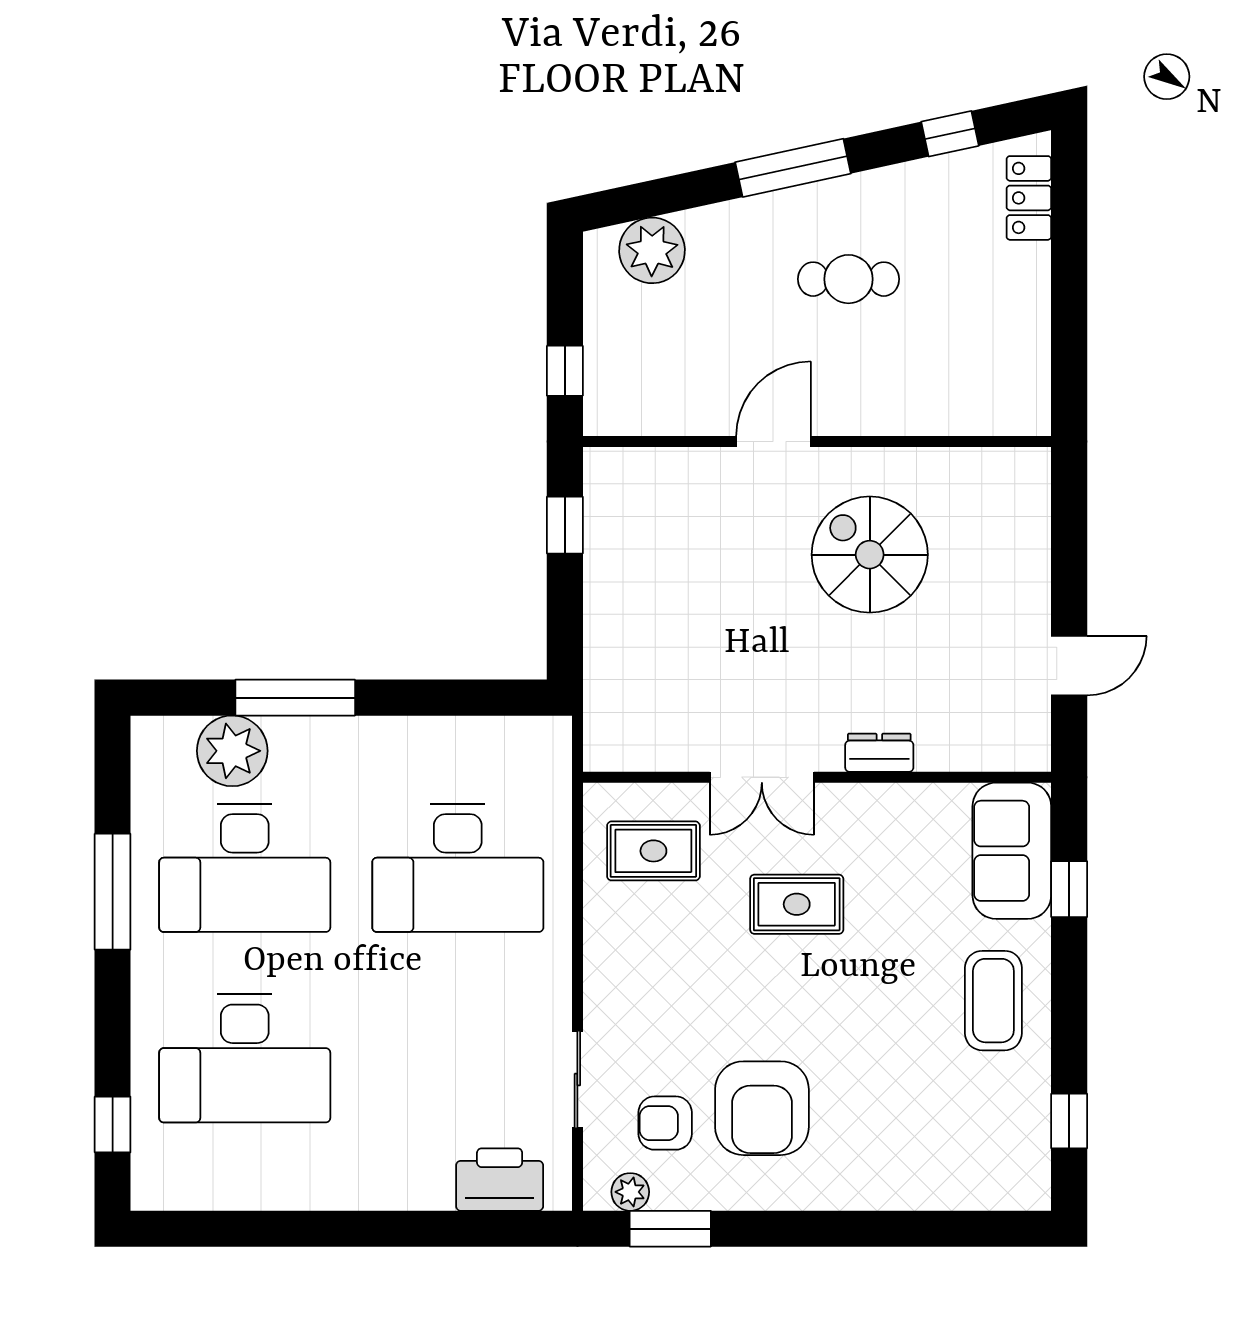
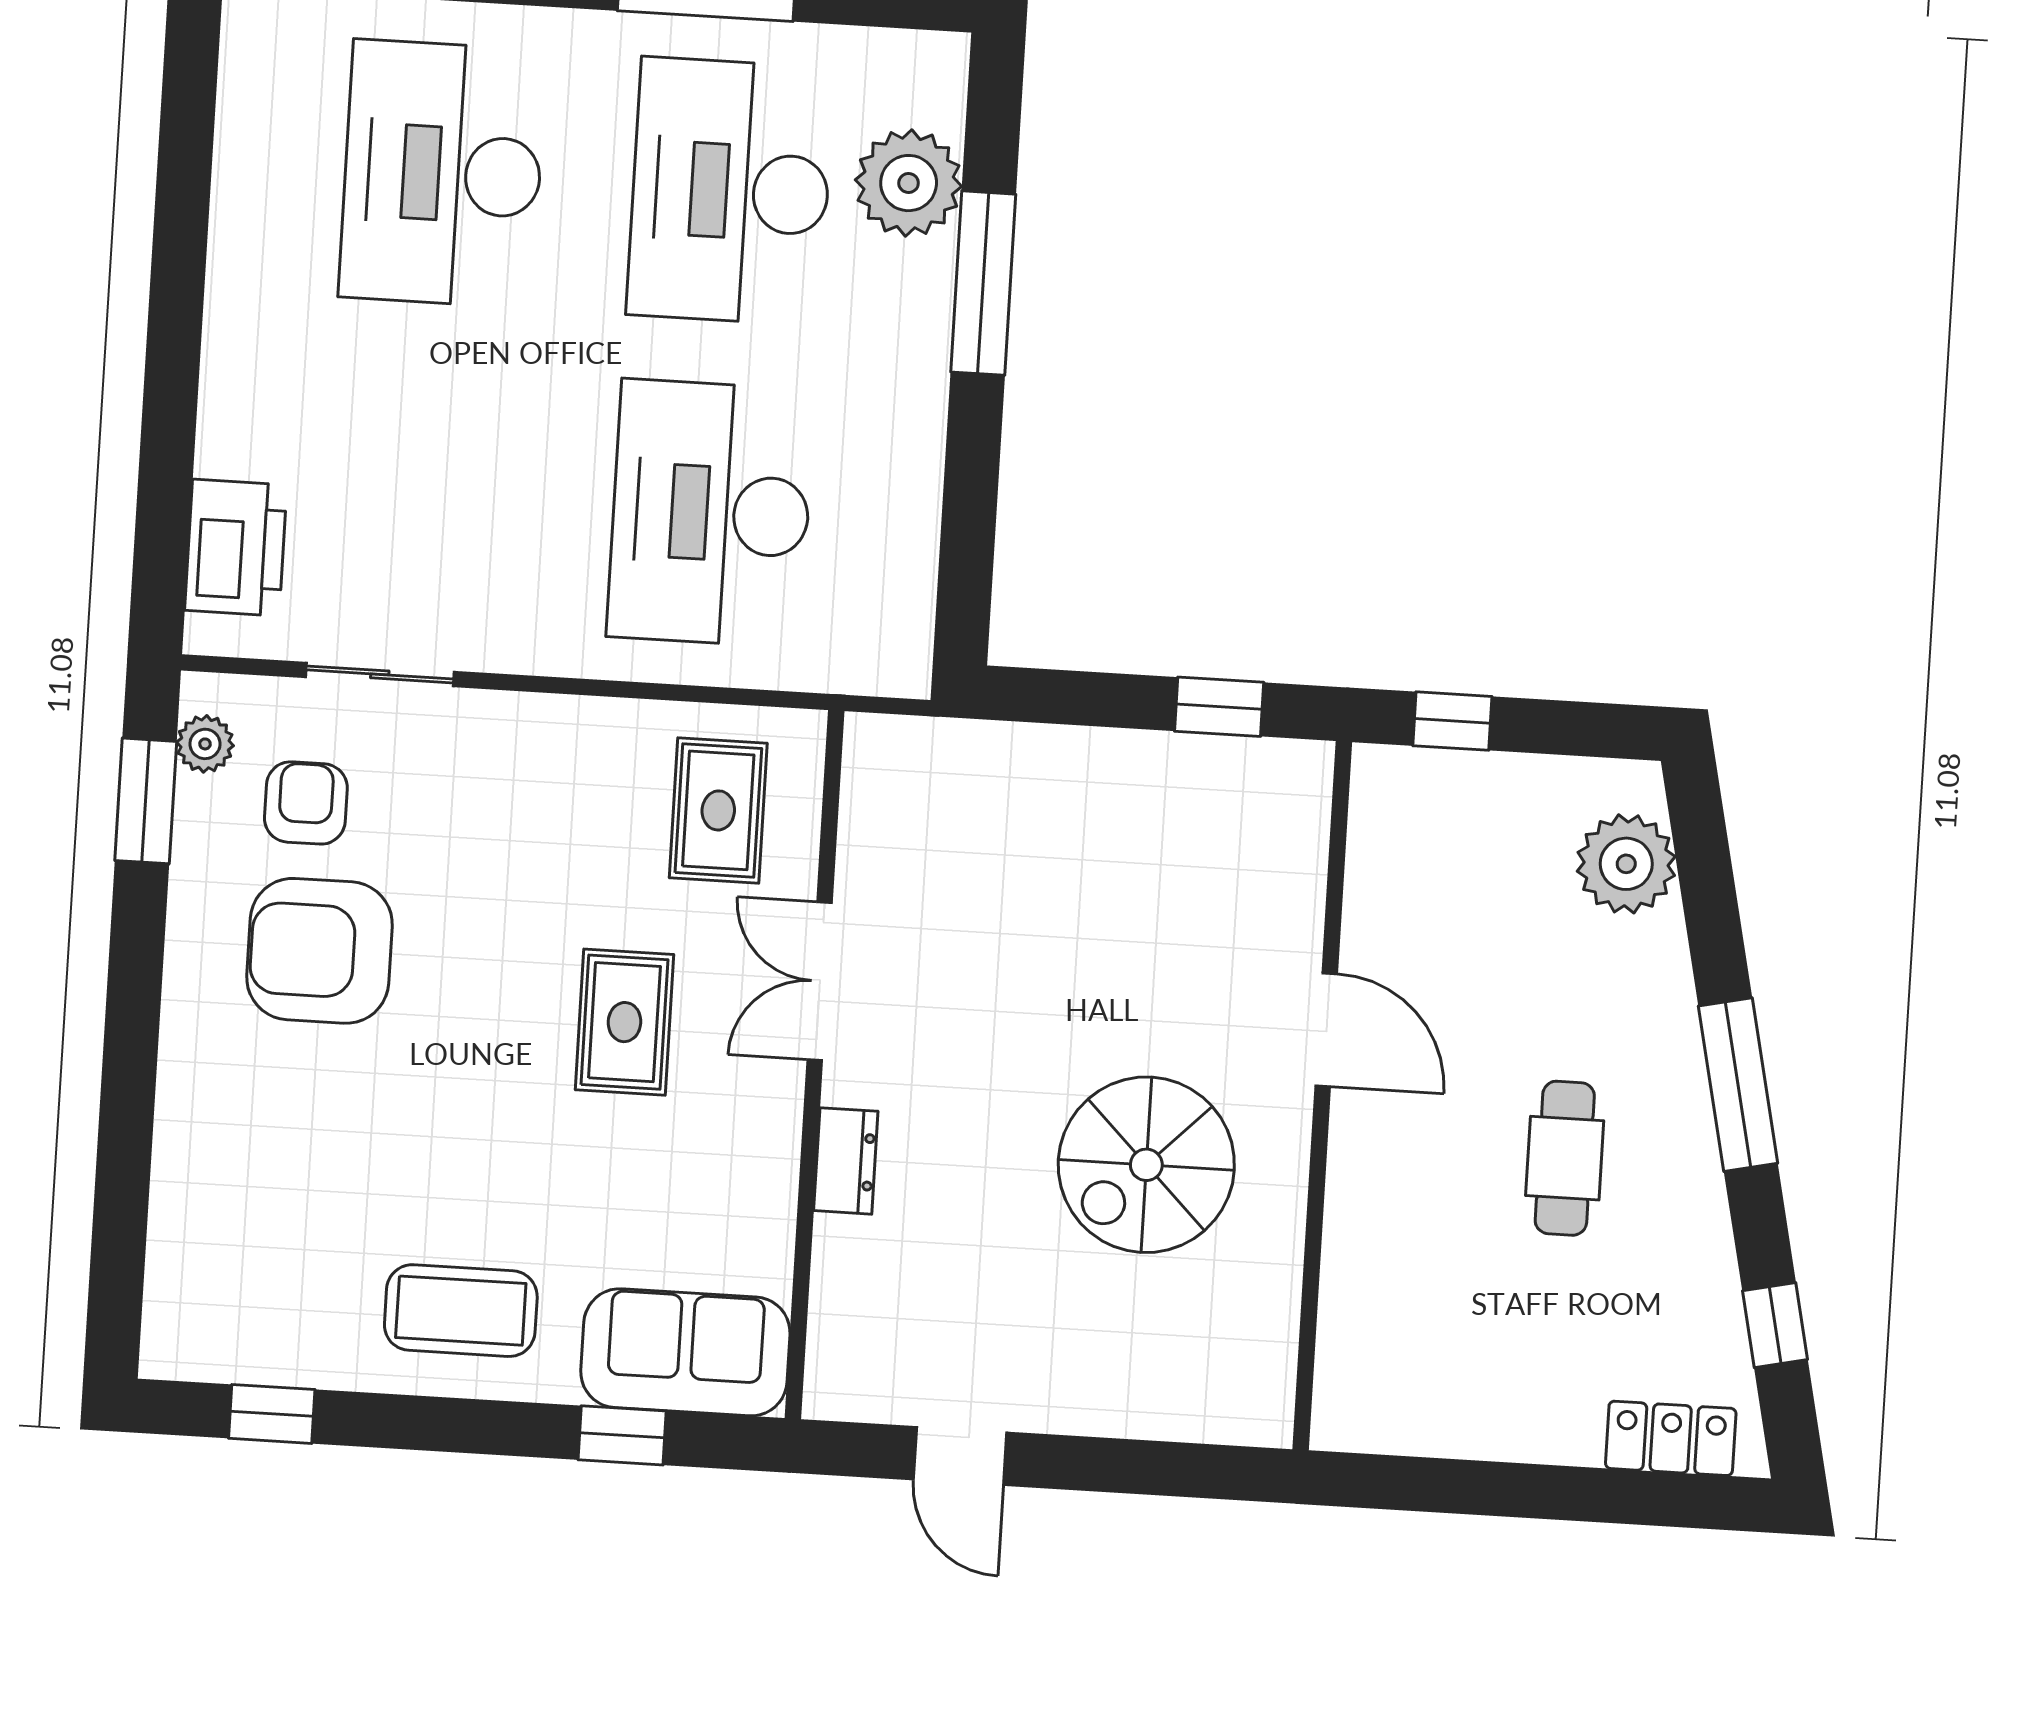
spiral stairs: (870, 555) -> (1146, 1165), turned 180

